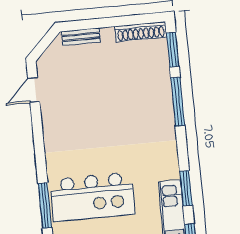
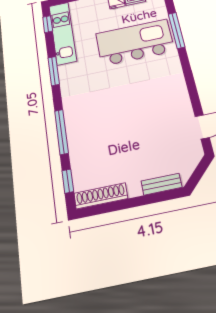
window: (173, 50) -> (68, 181), width x0.67
window: (186, 188) -> (54, 71), moved

